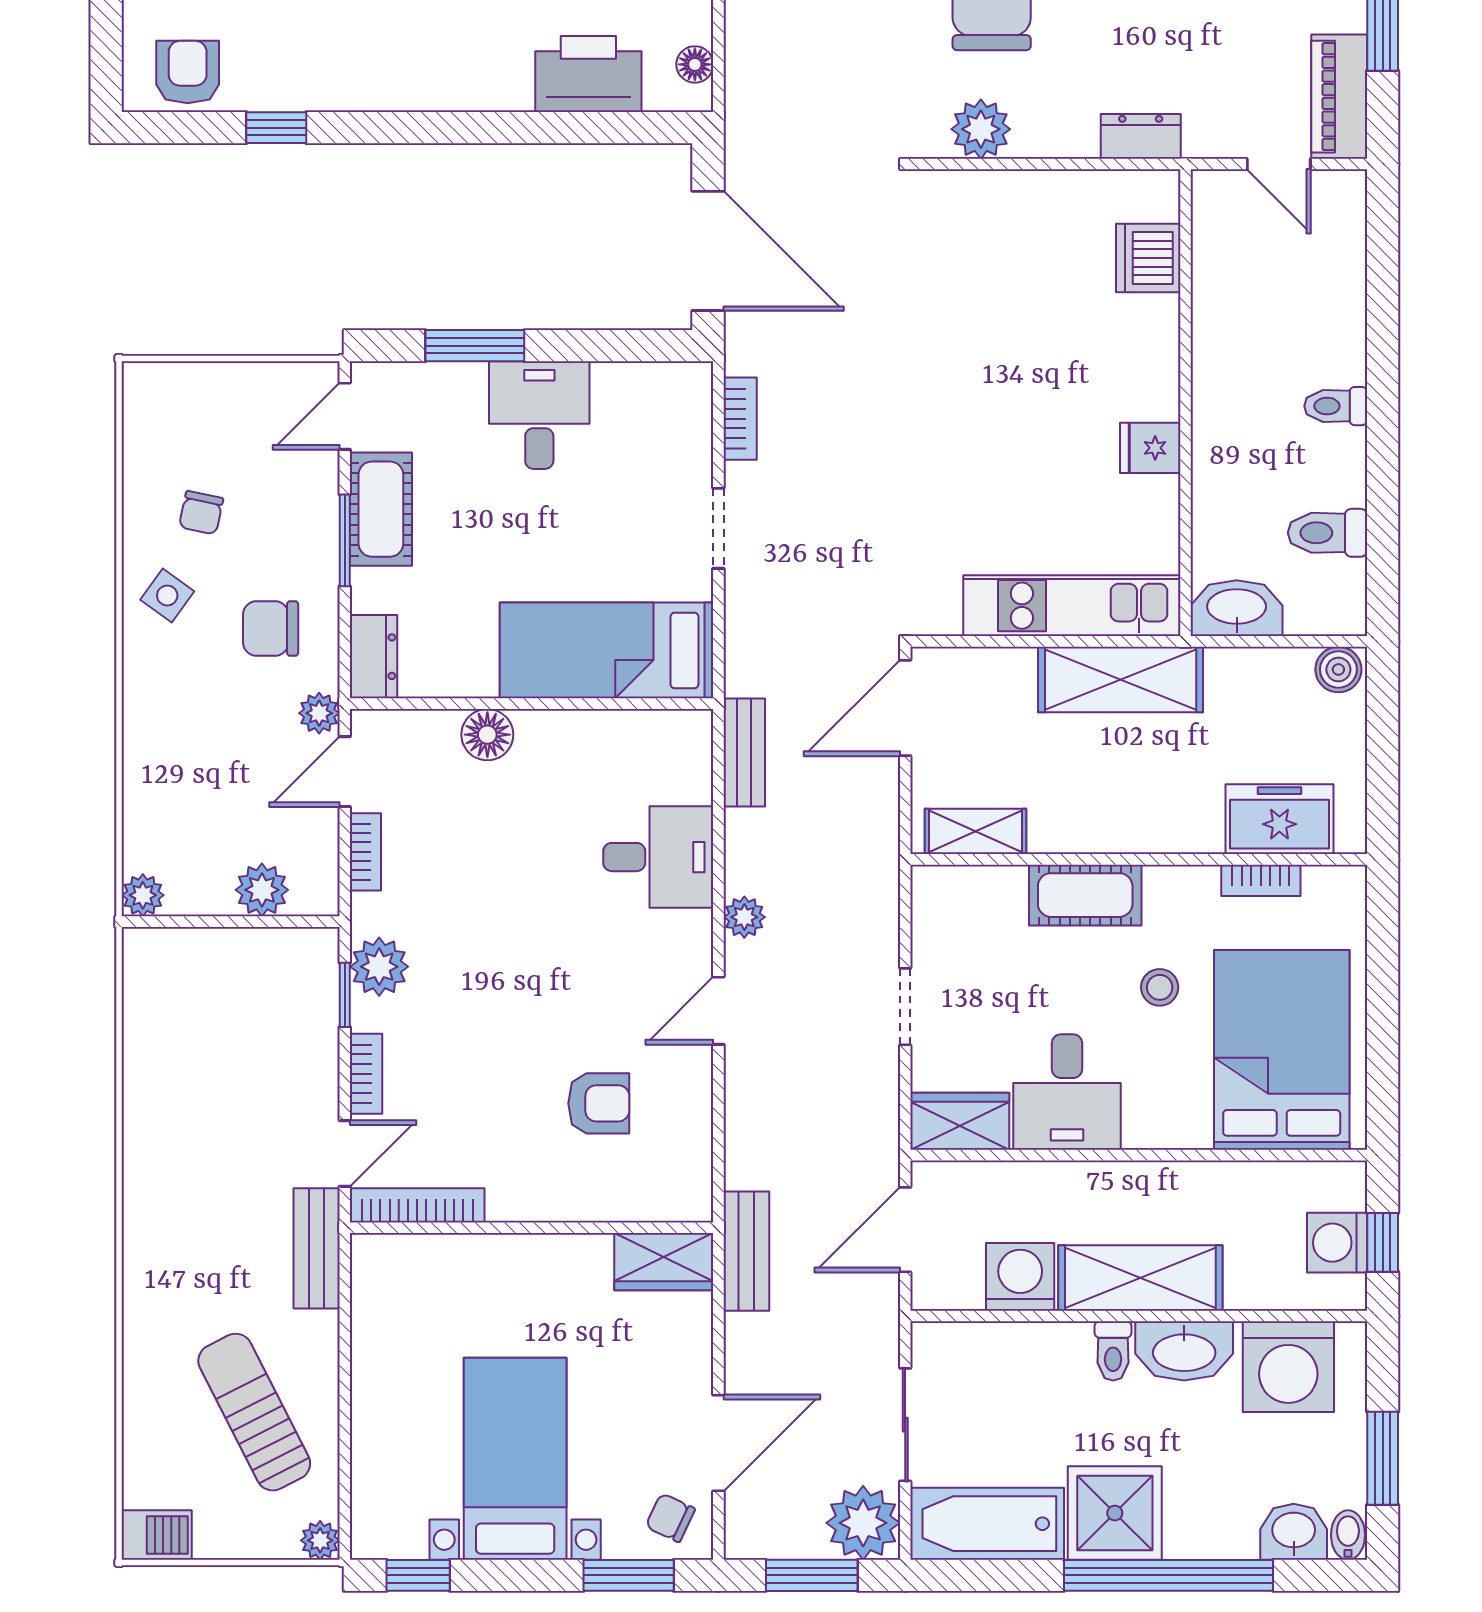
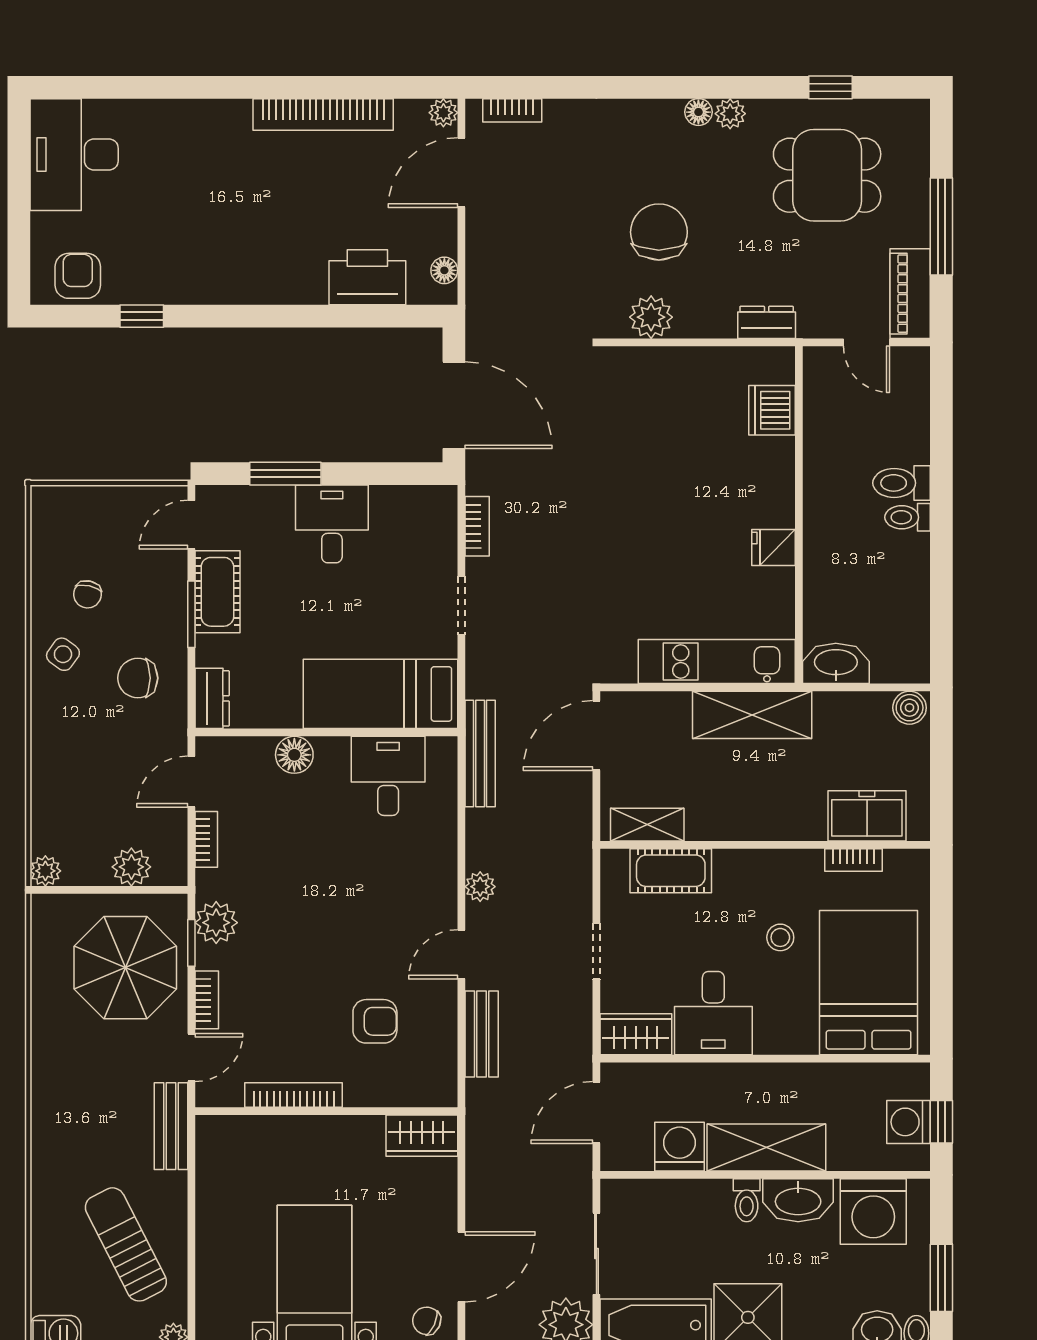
toilet: (1327, 533) -> (902, 483), moved
plant: (319, 713) -> (173, 739), removed
bench: (744, 753) -> (480, 753), width x1.36
desk: (658, 857) -> (388, 776), moved, turned -90
cot: (1085, 895) -> (671, 871), moved
parasol: (253, 1029) -> (125, 968), added
bookcase: (417, 1205) -> (294, 1095), moved
bench: (746, 1251) -> (482, 1034), moved

